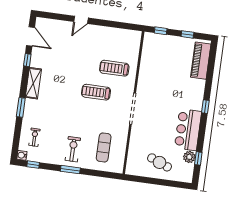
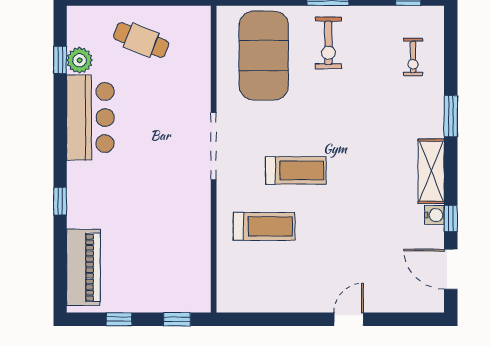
window: (205, 107) -> (60, 201), moved
exercise mat: (104, 147) -> (264, 56), width x2.00, depth x1.45
water cooler: (22, 155) -> (434, 215), moved

